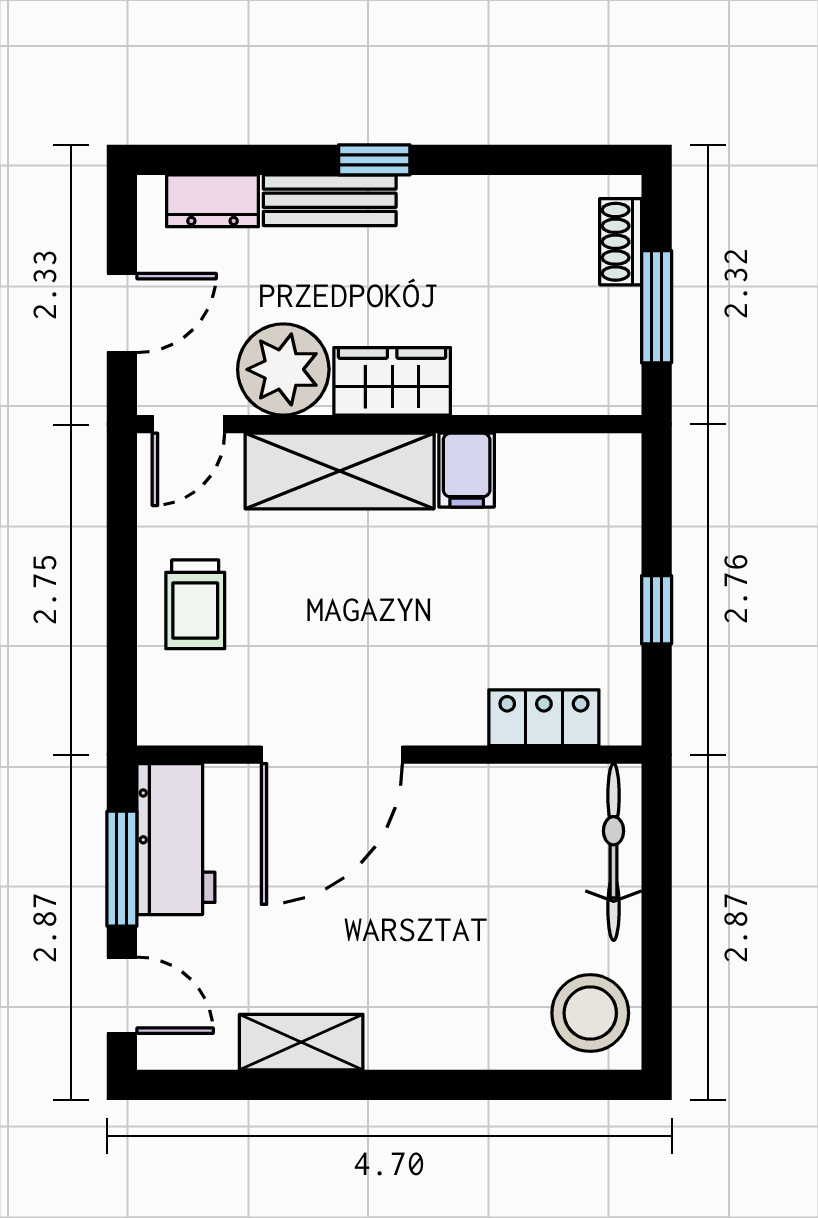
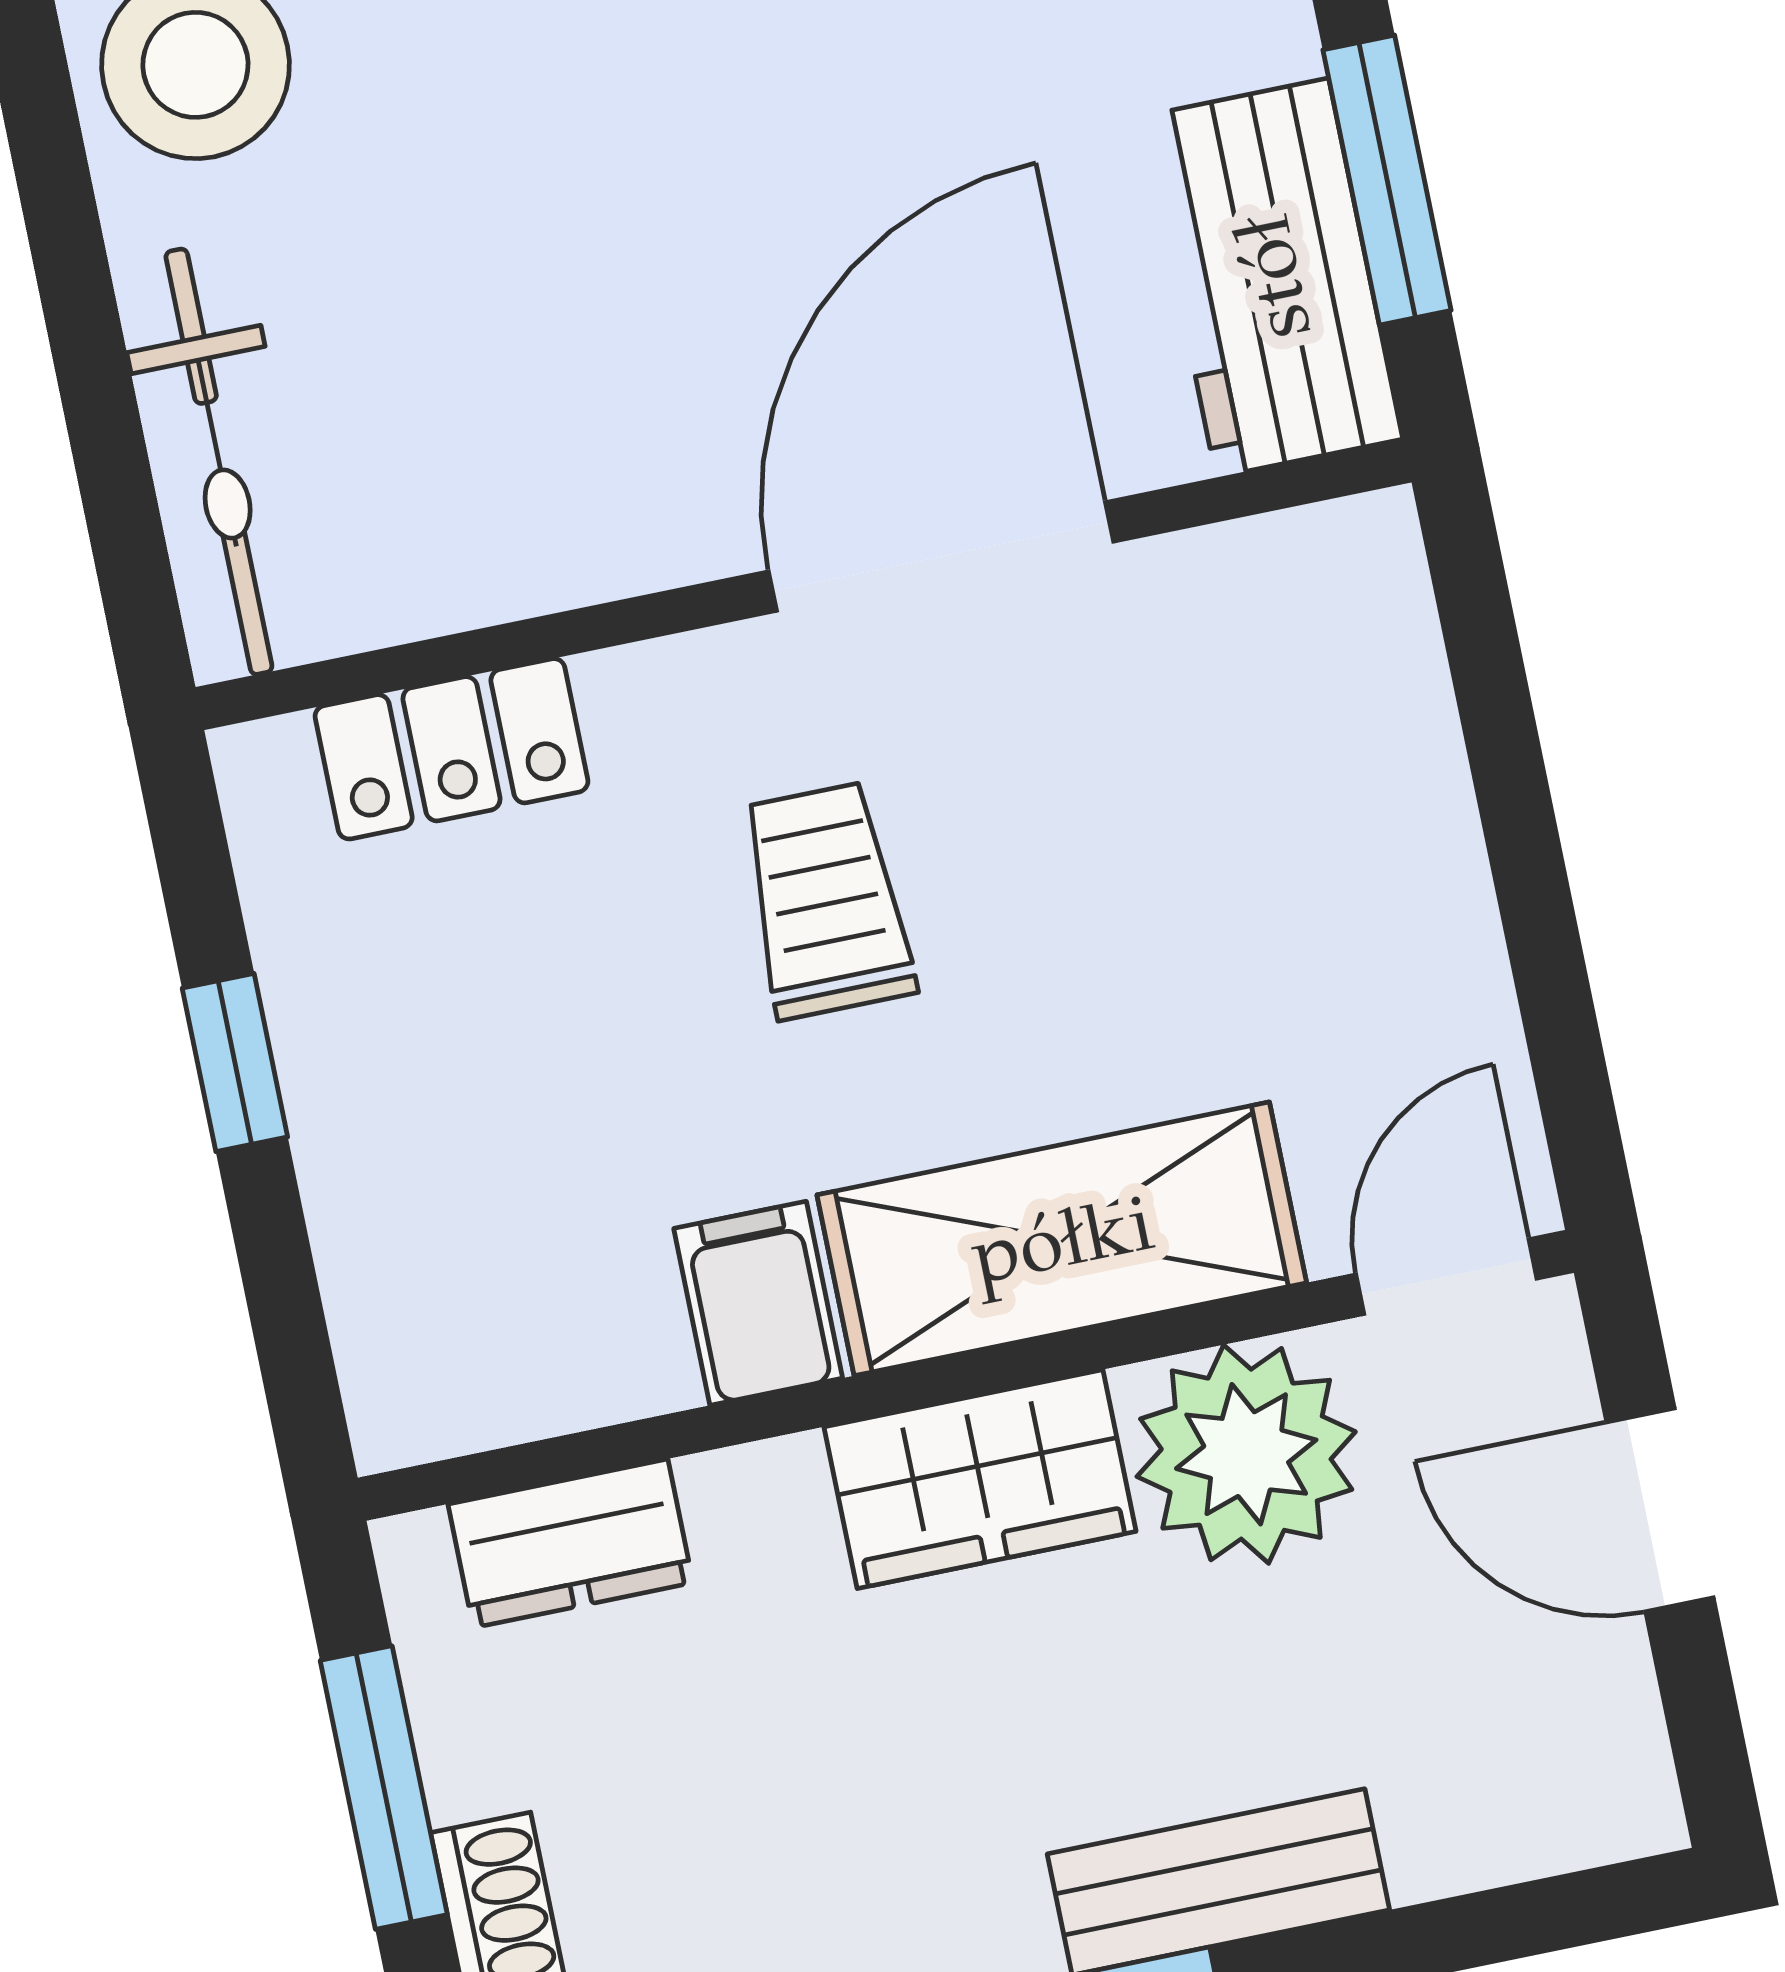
dresser: (212, 201) -> (571, 1543), moved, turned 180
door: (122, 313) -> (1660, 1510), hinge flipped
trolley: (195, 604) -> (826, 901), moved

